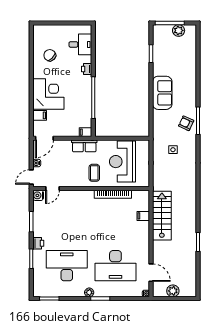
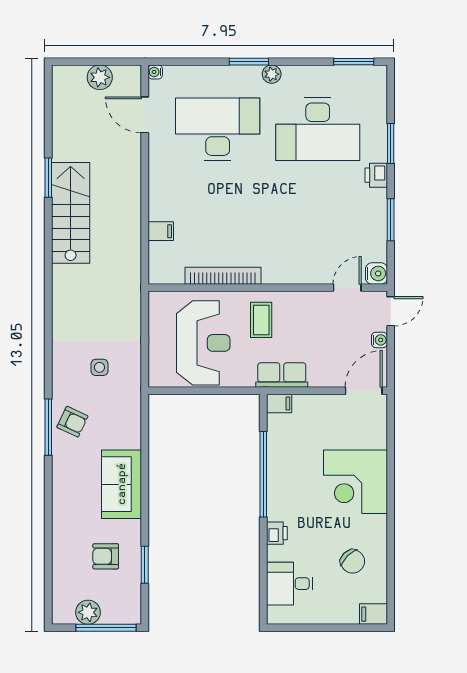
armchair: (170, 58) -> (106, 556), added
filing cabinet: (40, 115) -> (373, 614), moved
stairs: (162, 216) -> (71, 213), moved, turned 180

